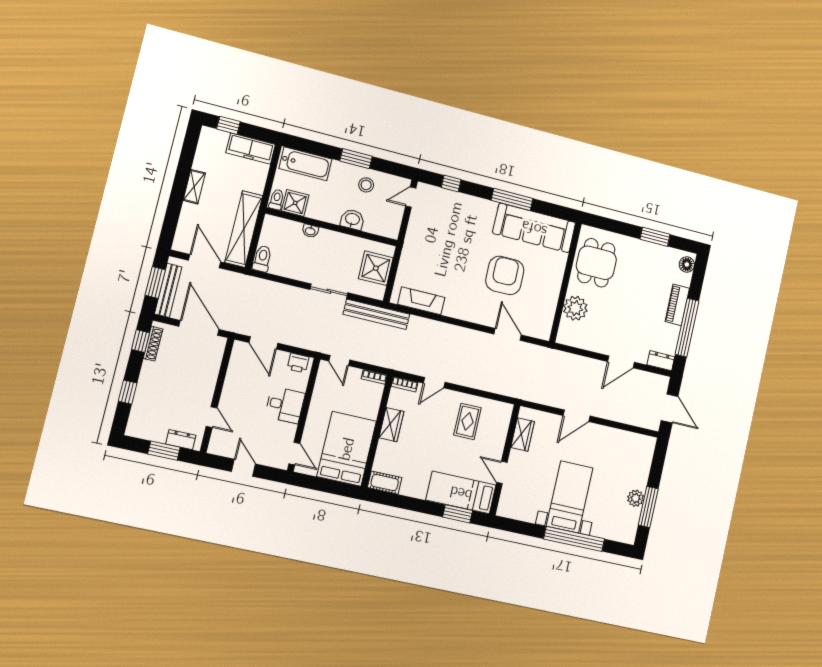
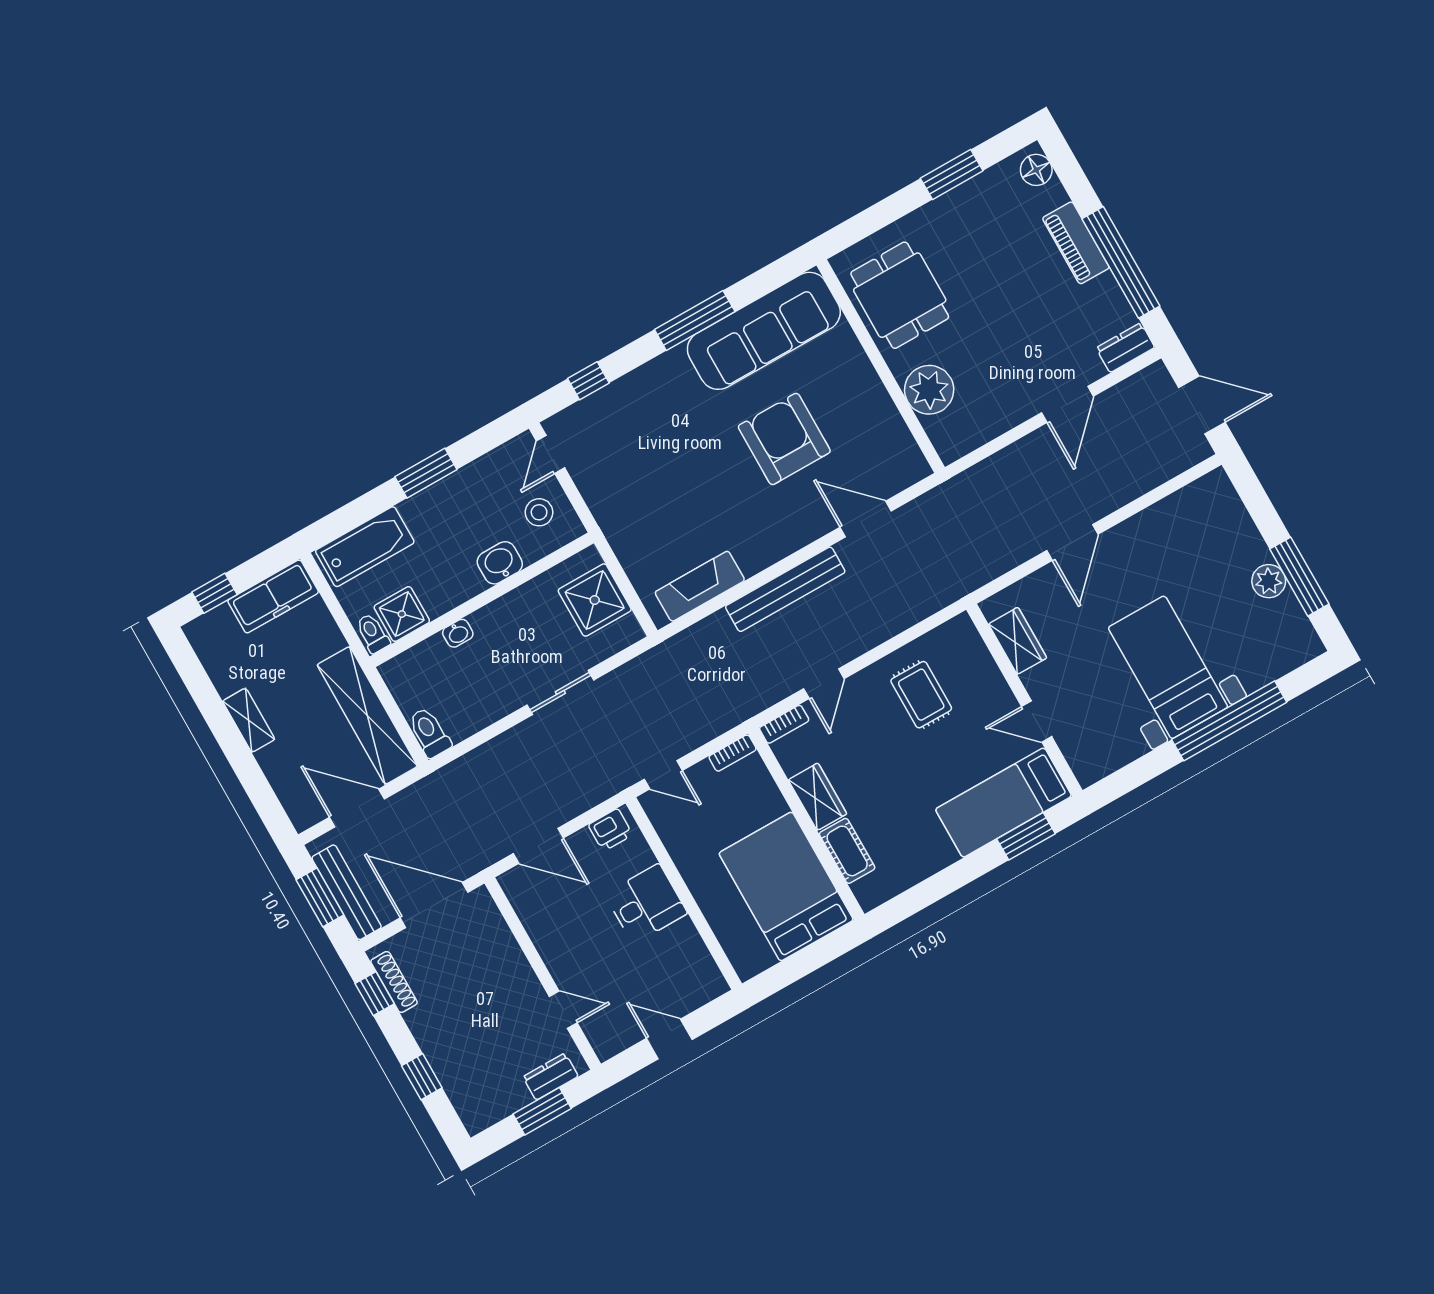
stool: (366, 185) -> (539, 512), moved
bench: (376, 314) -> (785, 589), moved
door: (294, 454) -> (720, 958), removed
cot: (385, 483) -> (847, 851), moved, turned 90

